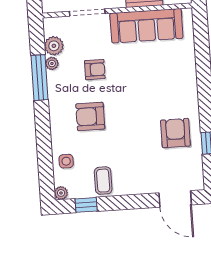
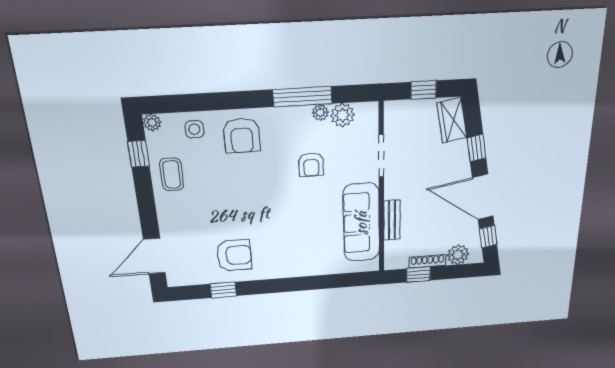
armchair: (90, 116) -> (242, 136), moved, turned 180
coffee table: (103, 181) -> (172, 174), turned 90

